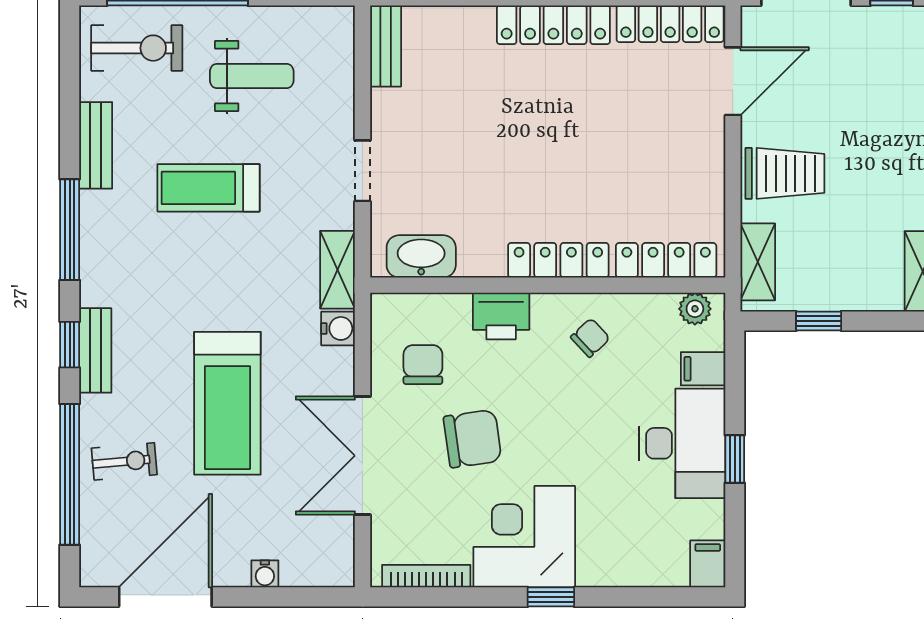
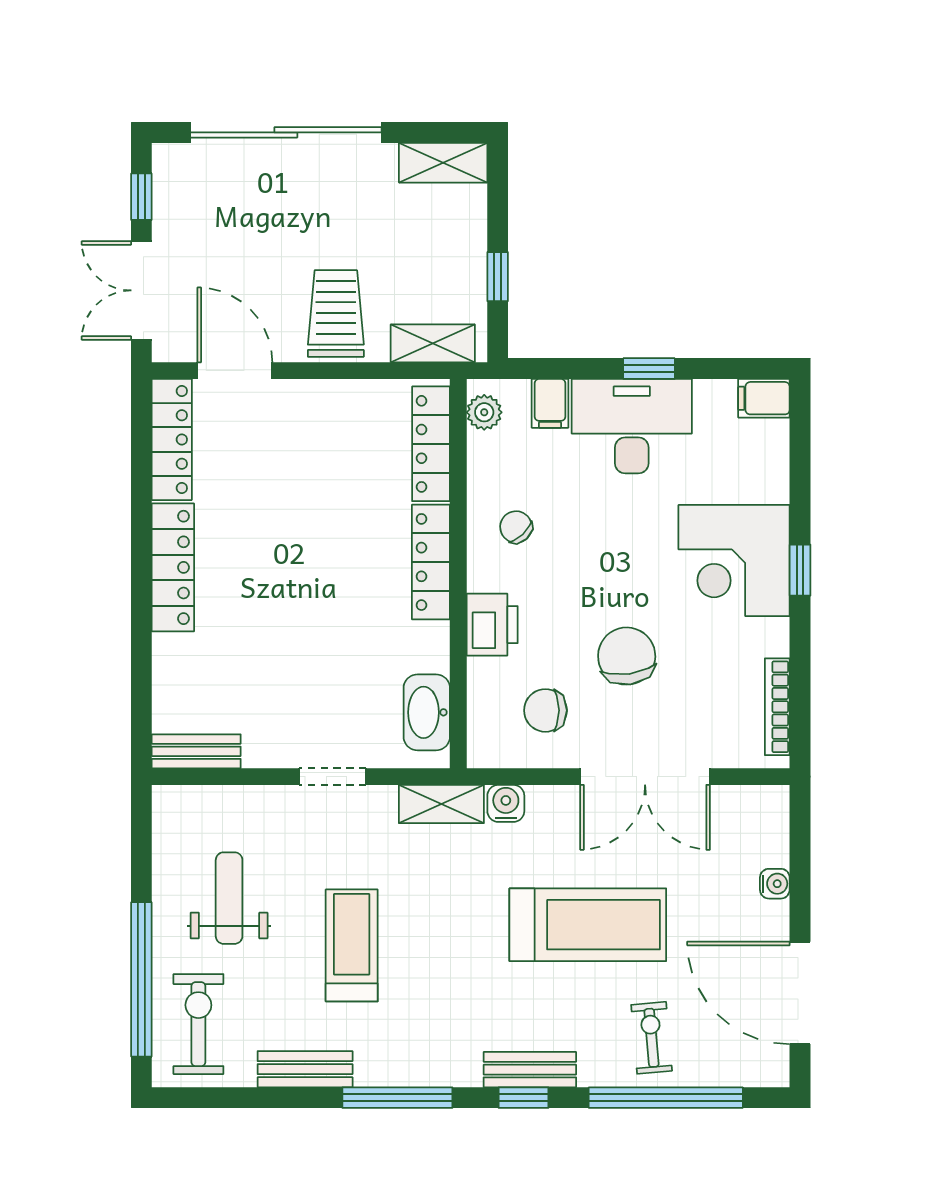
treadmill: (209, 188) -> (352, 945), turned 180
corner desk: (524, 537) -> (734, 561), moved

